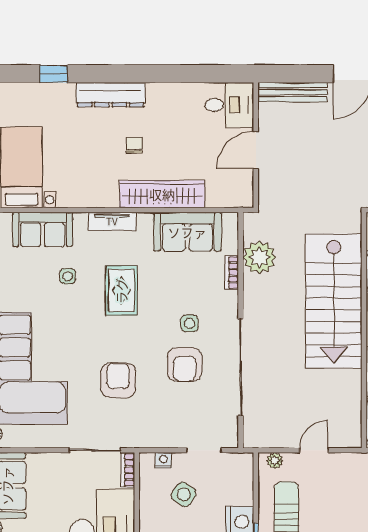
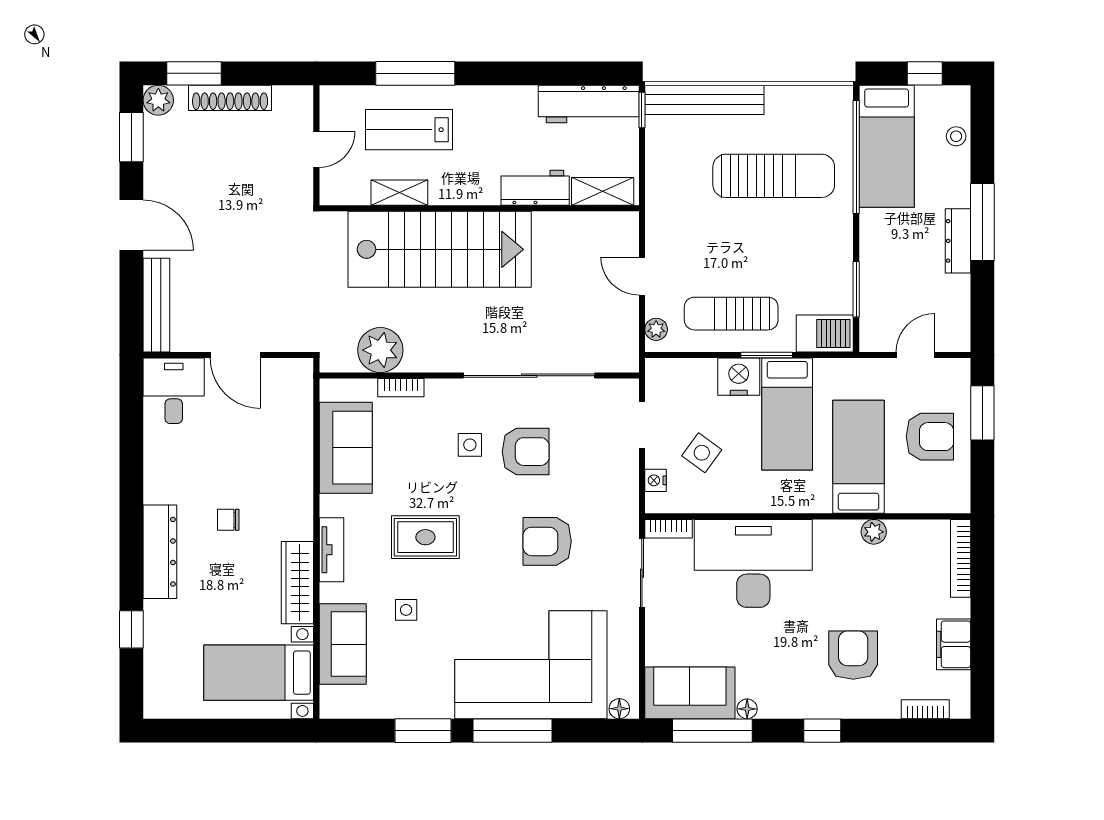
wardrobe: (162, 194) -> (297, 583), moved, width x0.71, depth x0.85

